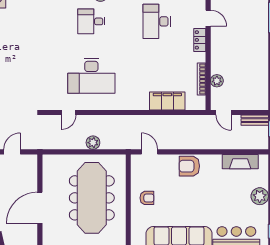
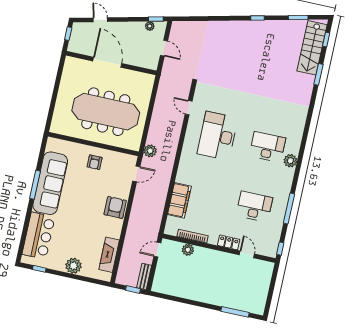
door: (208, 18) -> (247, 254), swing flipped
desk: (91, 21) -> (267, 147), width x1.37
plant: (93, 143) -> (150, 151), moved

